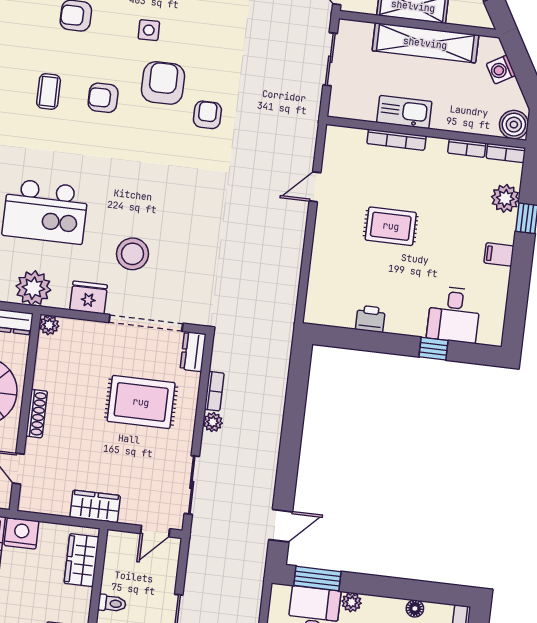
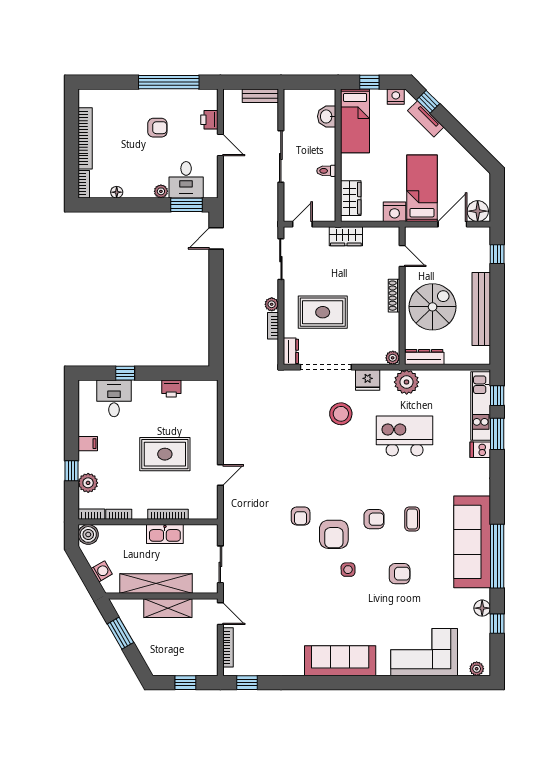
rug: (391, 226) -> (165, 454), width x1.36, depth x1.43

